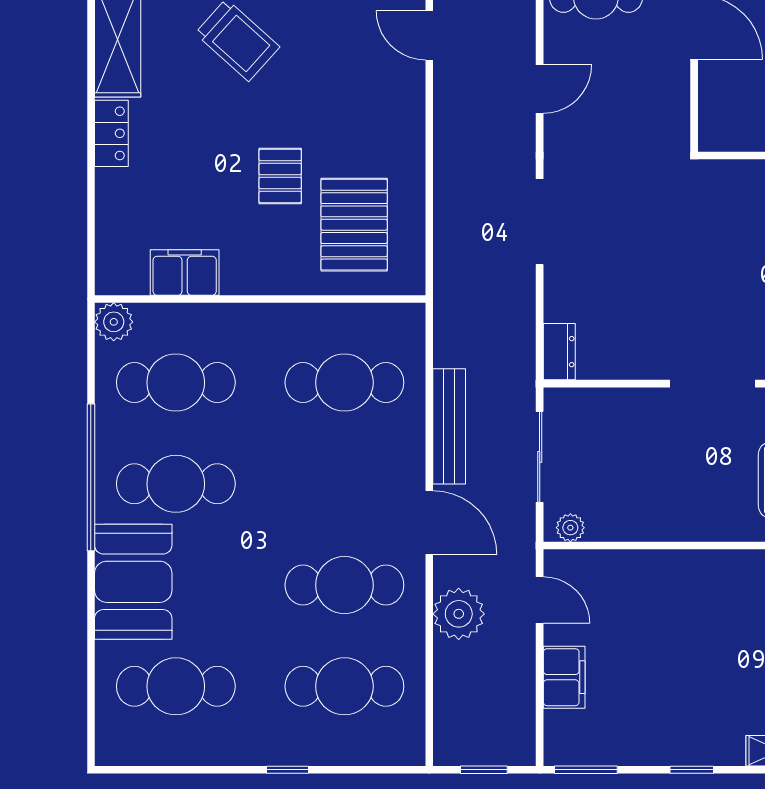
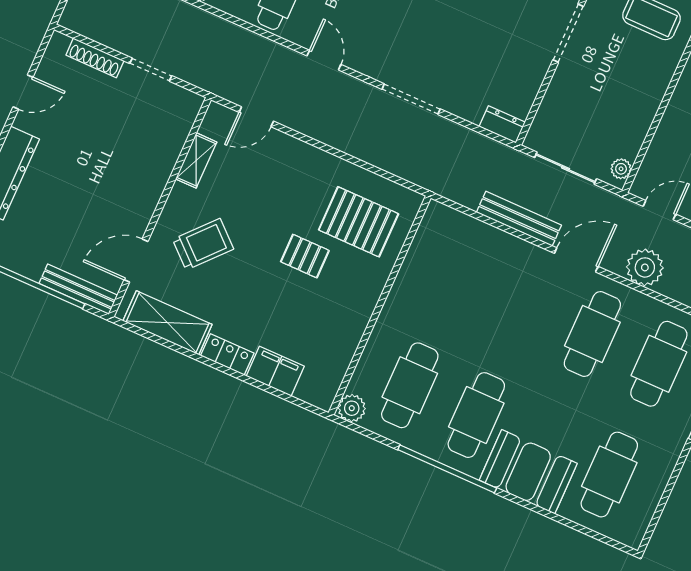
filing cabinet: (185, 273) -> (275, 371), moved, turned 90
cafe table: (344, 383) -> (459, 275), removed

